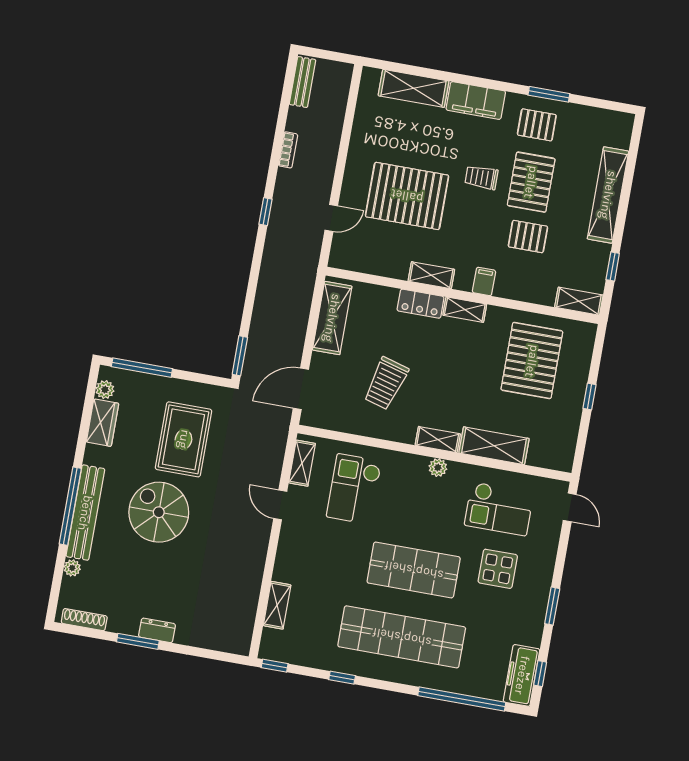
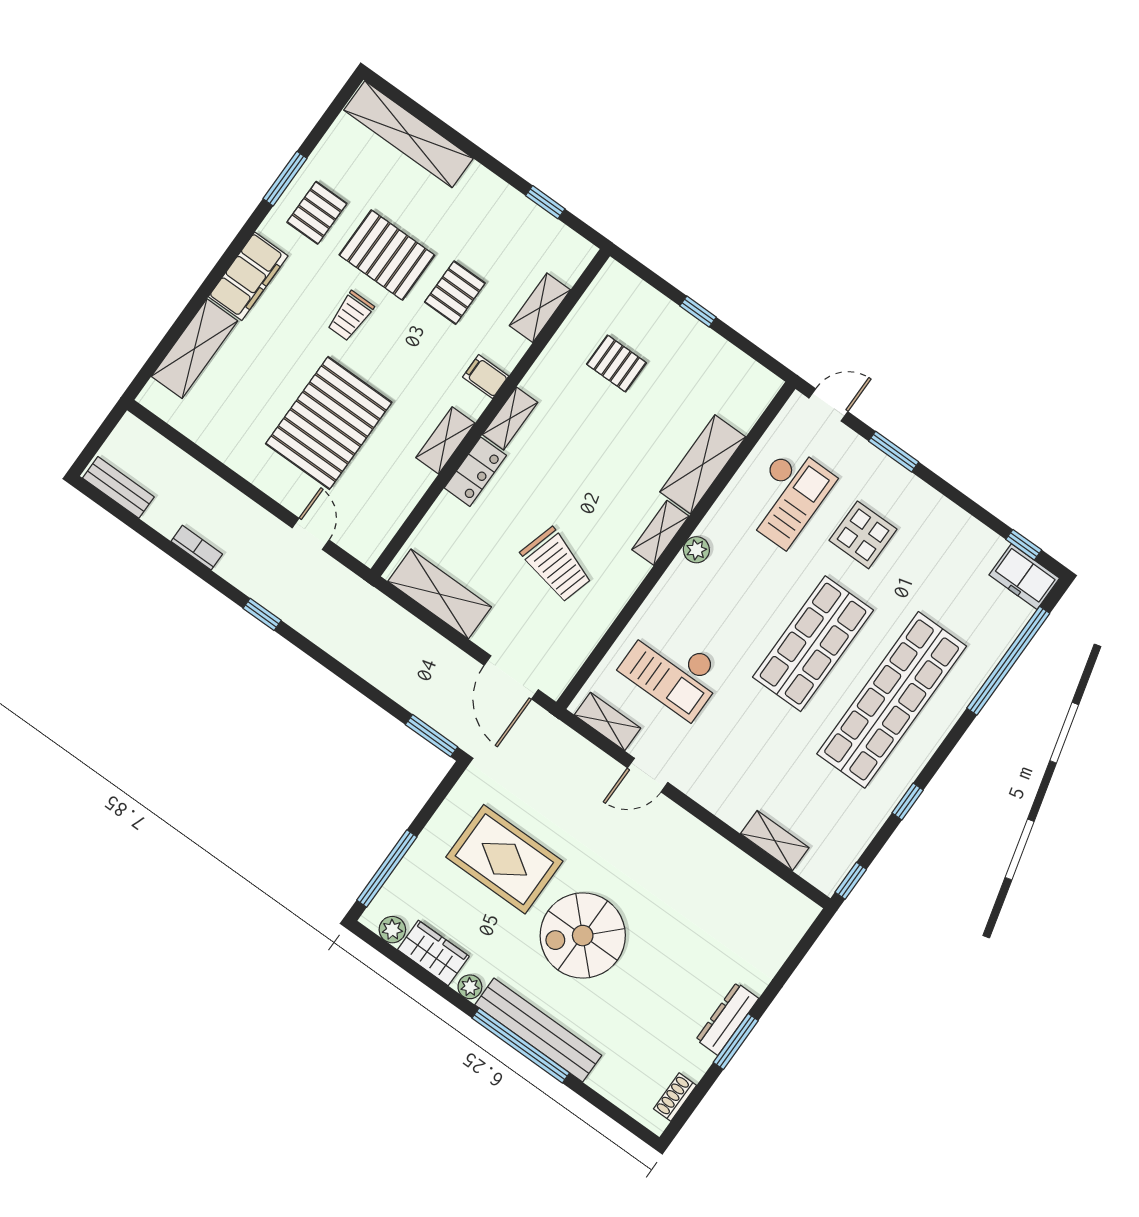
shelving: (608, 195) -> (408, 134), moved
shelving: (579, 301) -> (540, 308), moved
pallet: (532, 361) -> (616, 364), width x0.49, depth x0.50
plant: (72, 568) -> (470, 987), moved
window: (552, 606) -> (894, 452), moved
shoe rack: (84, 620) -> (675, 1097), width x0.70
dresser: (157, 630) -> (727, 1019), width x1.44
freezer: (522, 675) -> (1024, 577), width x0.71

